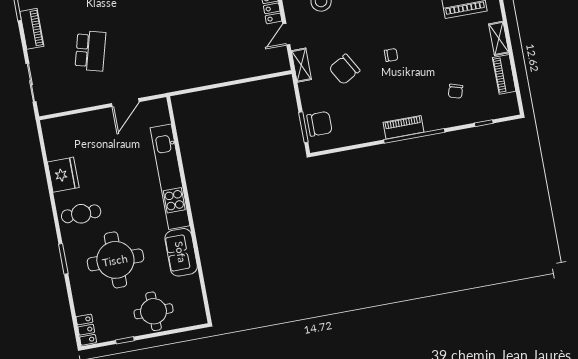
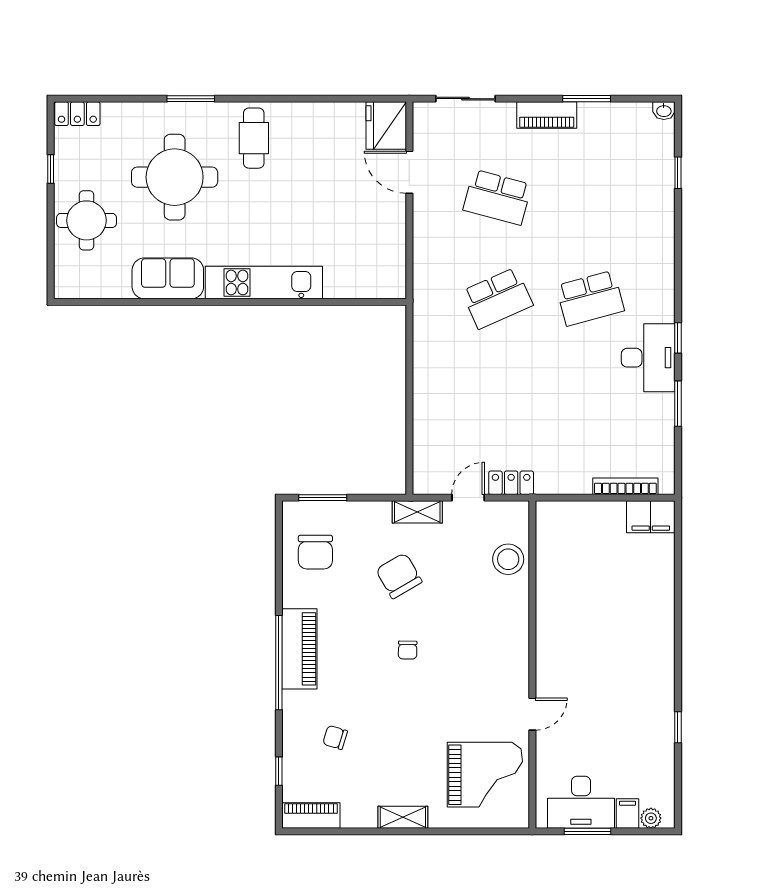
door: (286, 34) -> (468, 498), hinge flipped
school desk: (155, 39) -> (497, 298), added
piano: (504, 74) -> (311, 816), moved
door: (125, 103) -> (409, 172), moved
chair: (319, 124) -> (315, 552), moved
piano: (403, 127) -> (299, 649), width x1.37, depth x1.33
fridge: (63, 175) -> (386, 126), moved, turned 90
kitchen unit: (170, 177) -> (264, 282), width x0.73

